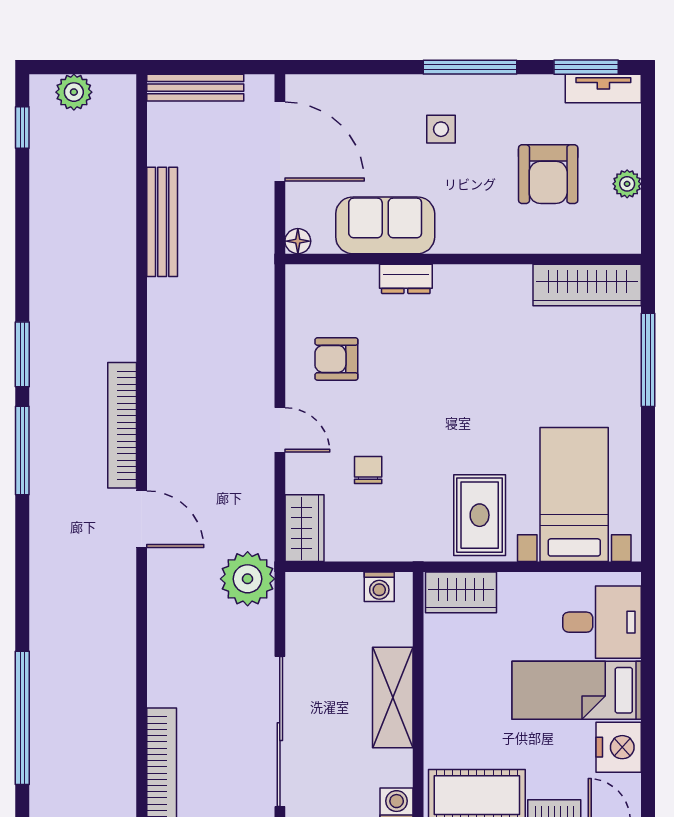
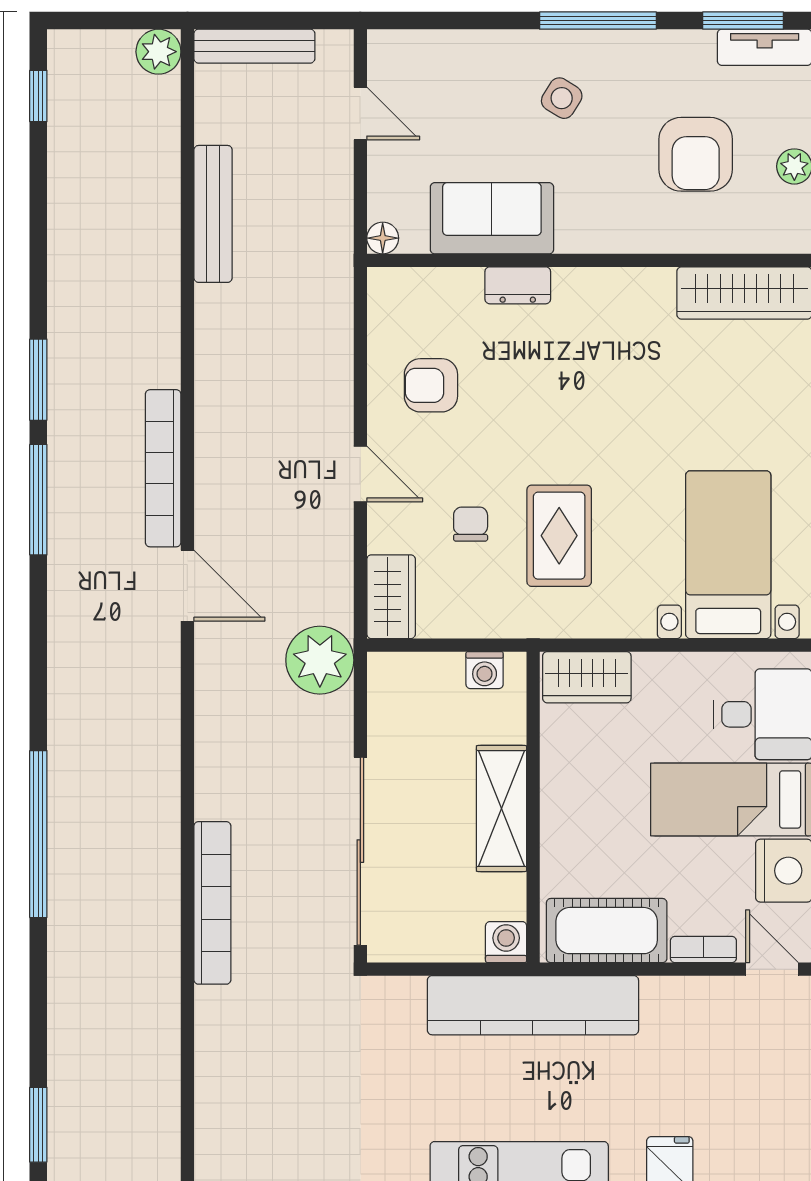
plant: (74, 92) -> (158, 52), moved
side table: (441, 129) -> (562, 98), turned 32
door: (280, 142) -> (360, 114), width x0.53
rug: (480, 515) -> (559, 536), moved

